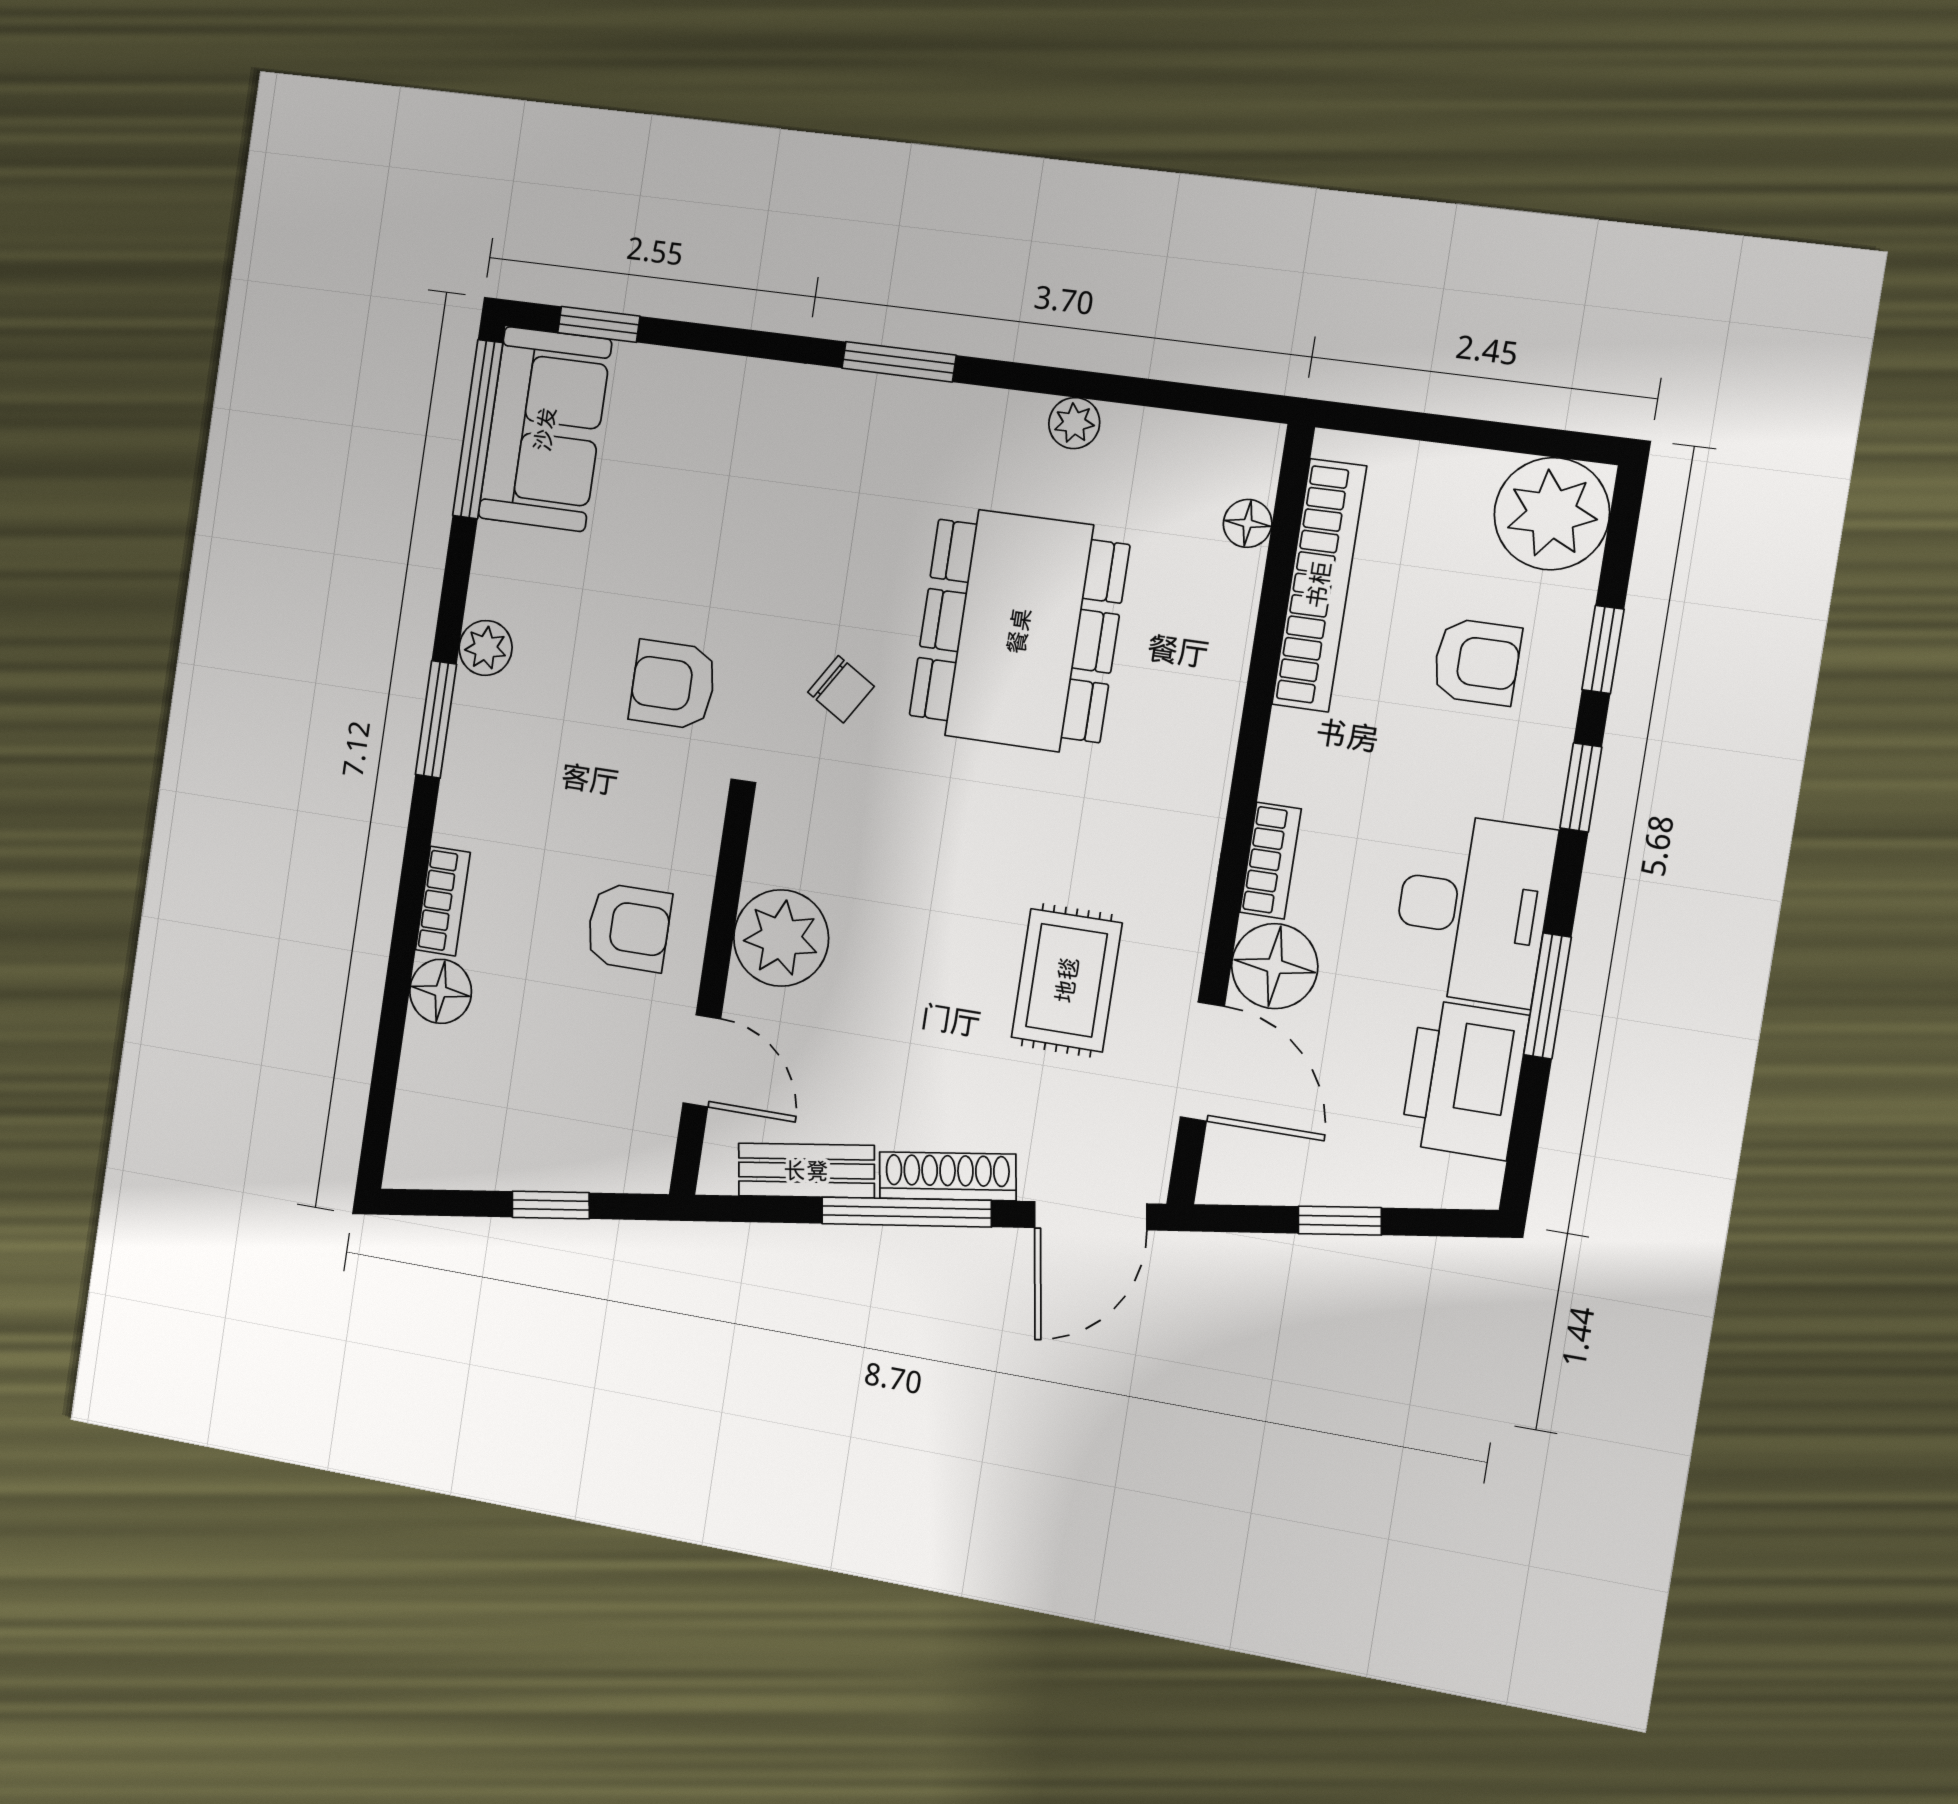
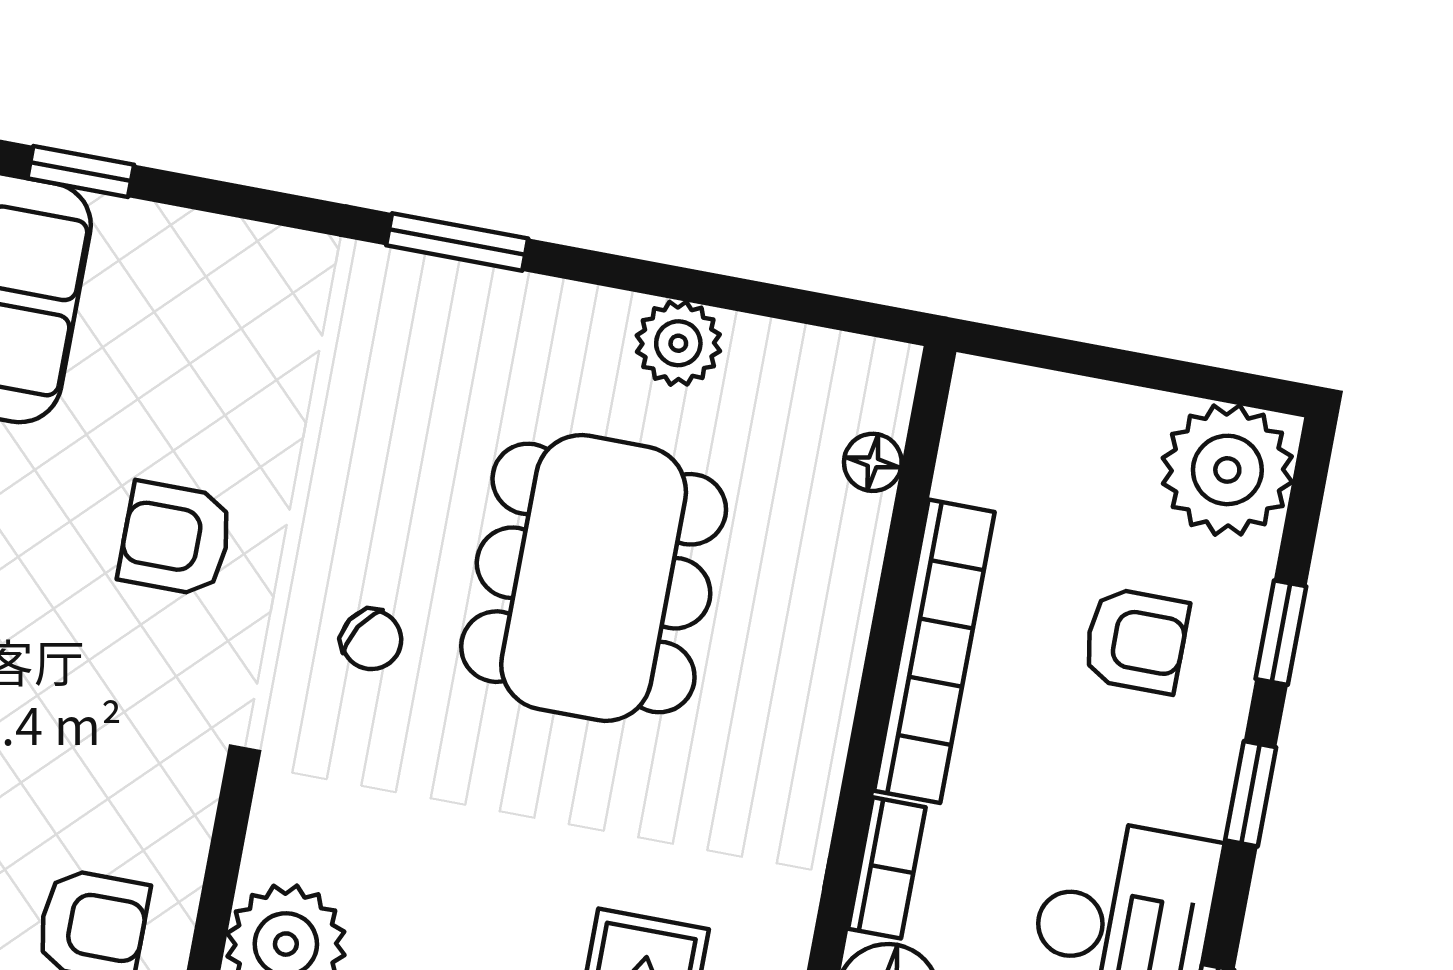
plant: (1074, 423) -> (678, 343), width x1.38, depth x1.38
bookcase: (1319, 585) -> (934, 651), moved
armchair: (673, 685) -> (176, 539), moved

